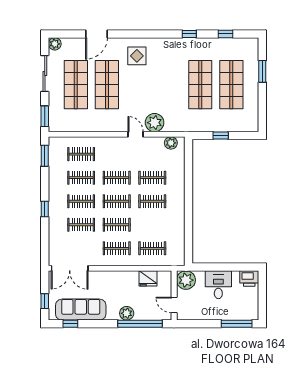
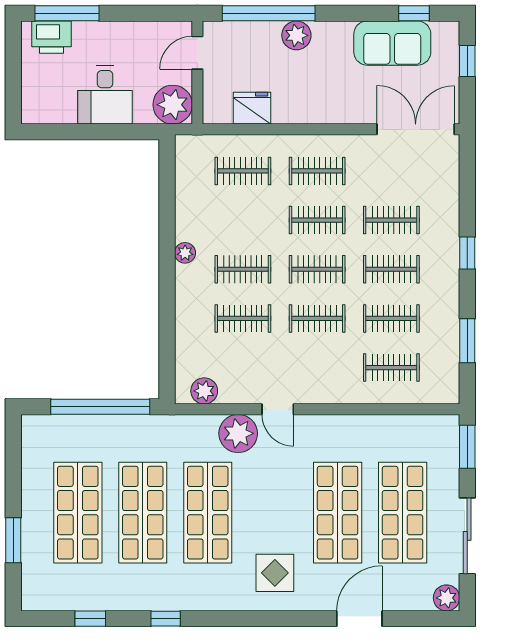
shop shelf: (169, 85) -> (208, 513), added
window: (221, 135) -> (100, 407), width x3.17
window: (45, 156) -> (467, 341), moved
plant: (180, 209) -> (185, 253), added
printer: (249, 278) -> (51, 37), moved, turned 180
door: (174, 305) -> (197, 53), swing flipped
sofa: (81, 310) -> (392, 43), width x0.73

